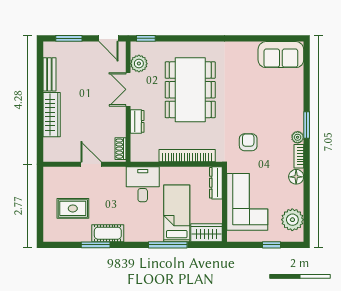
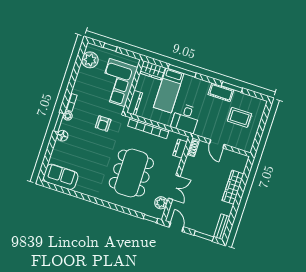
bench: (49, 74) -> (222, 227), moved
dresser: (137, 121) -> (180, 149), moved
floor lamp: (296, 177) -> (62, 136), moved

